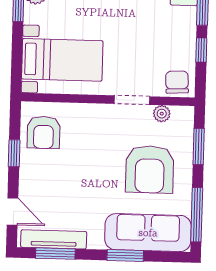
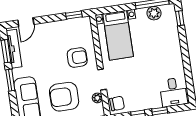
armchair: (44, 132) -> (77, 57), moved, turned 180
window: (14, 153) -> (74, 15), moved
window: (125, 256) -> (10, 80), moved

